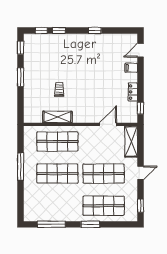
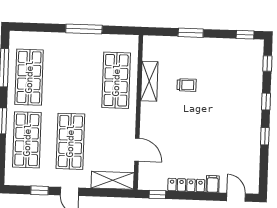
window: (59, 31) -> (266, 102), moved
window: (21, 77) -> (191, 33), moved
locker: (133, 92) -> (186, 185), width x1.53
shop shelf: (57, 174) -> (29, 77), moved
window: (141, 206) -> (40, 190), moved

